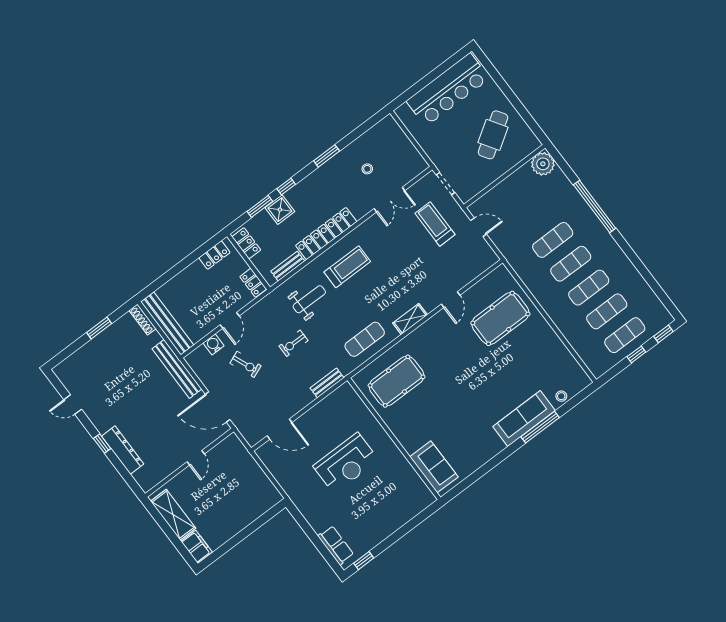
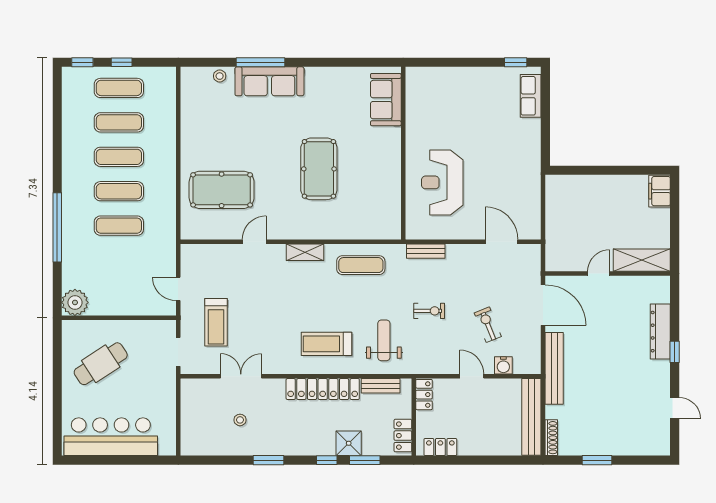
weight bench: (309, 299) -> (384, 340), turned 90
door: (230, 320) -> (472, 376), hinge flipped
pool table: (397, 381) -> (319, 169), moved, turned 90
reception desk: (346, 463) -> (442, 182), moved, turned -90
shelving: (173, 515) -> (642, 260), moved, turned 90

